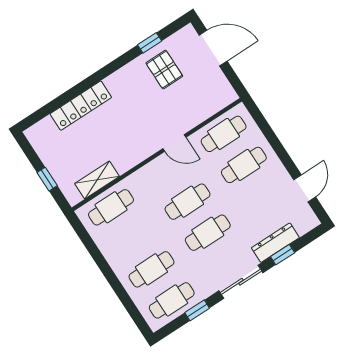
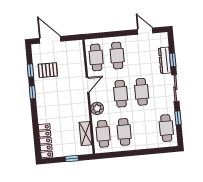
door: (213, 48) -> (50, 40), hinge flipped
window: (117, 64) -> (32, 92), added
locker: (81, 106) -> (45, 141), moved
plant: (145, 177) -> (97, 108), added
cafe table: (151, 269) -> (124, 132), moved

